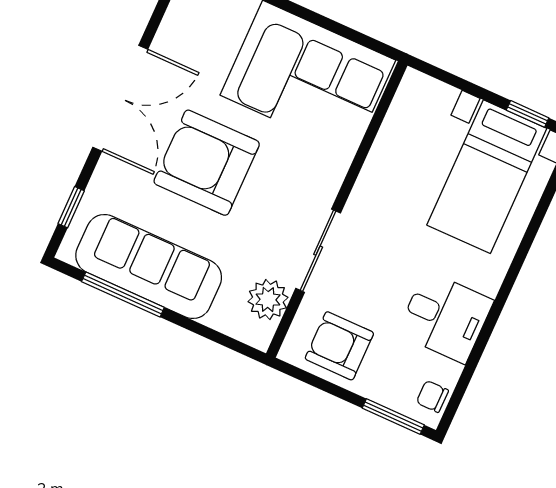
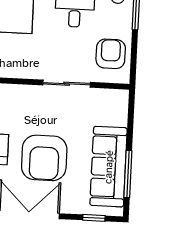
plant: (268, 300) -> (101, 99), removed
armchair: (339, 346) -> (111, 54), turned 180

